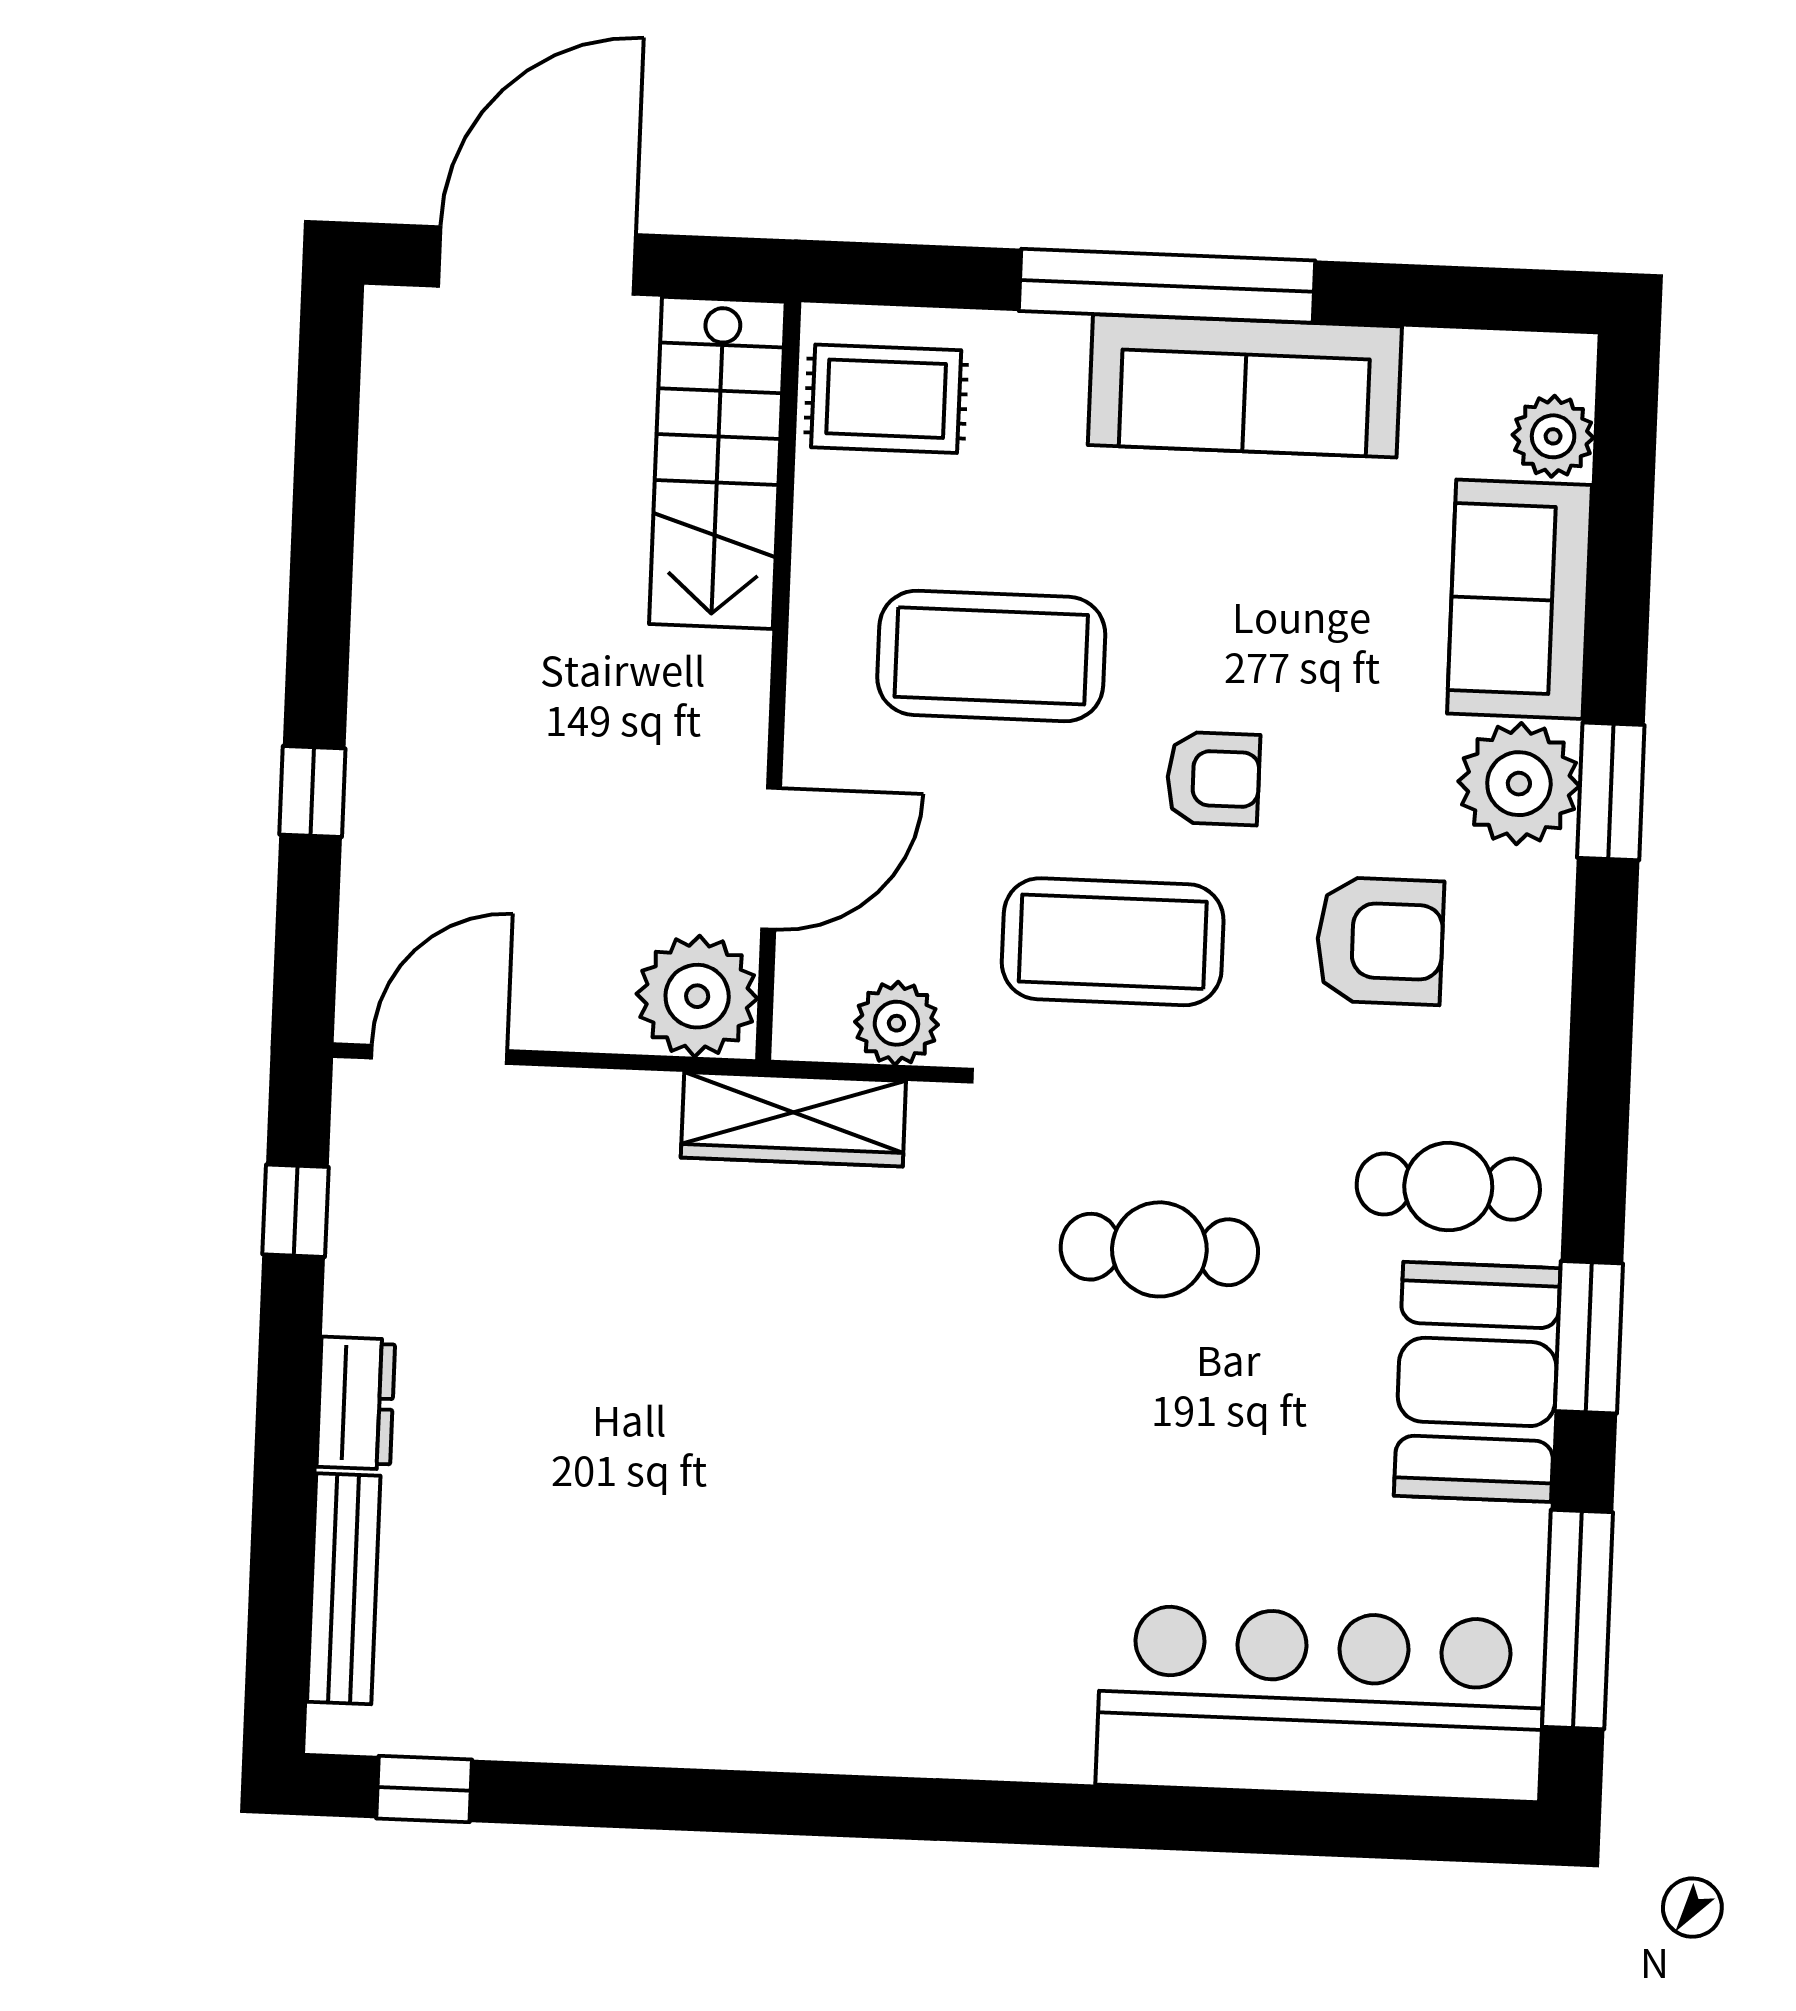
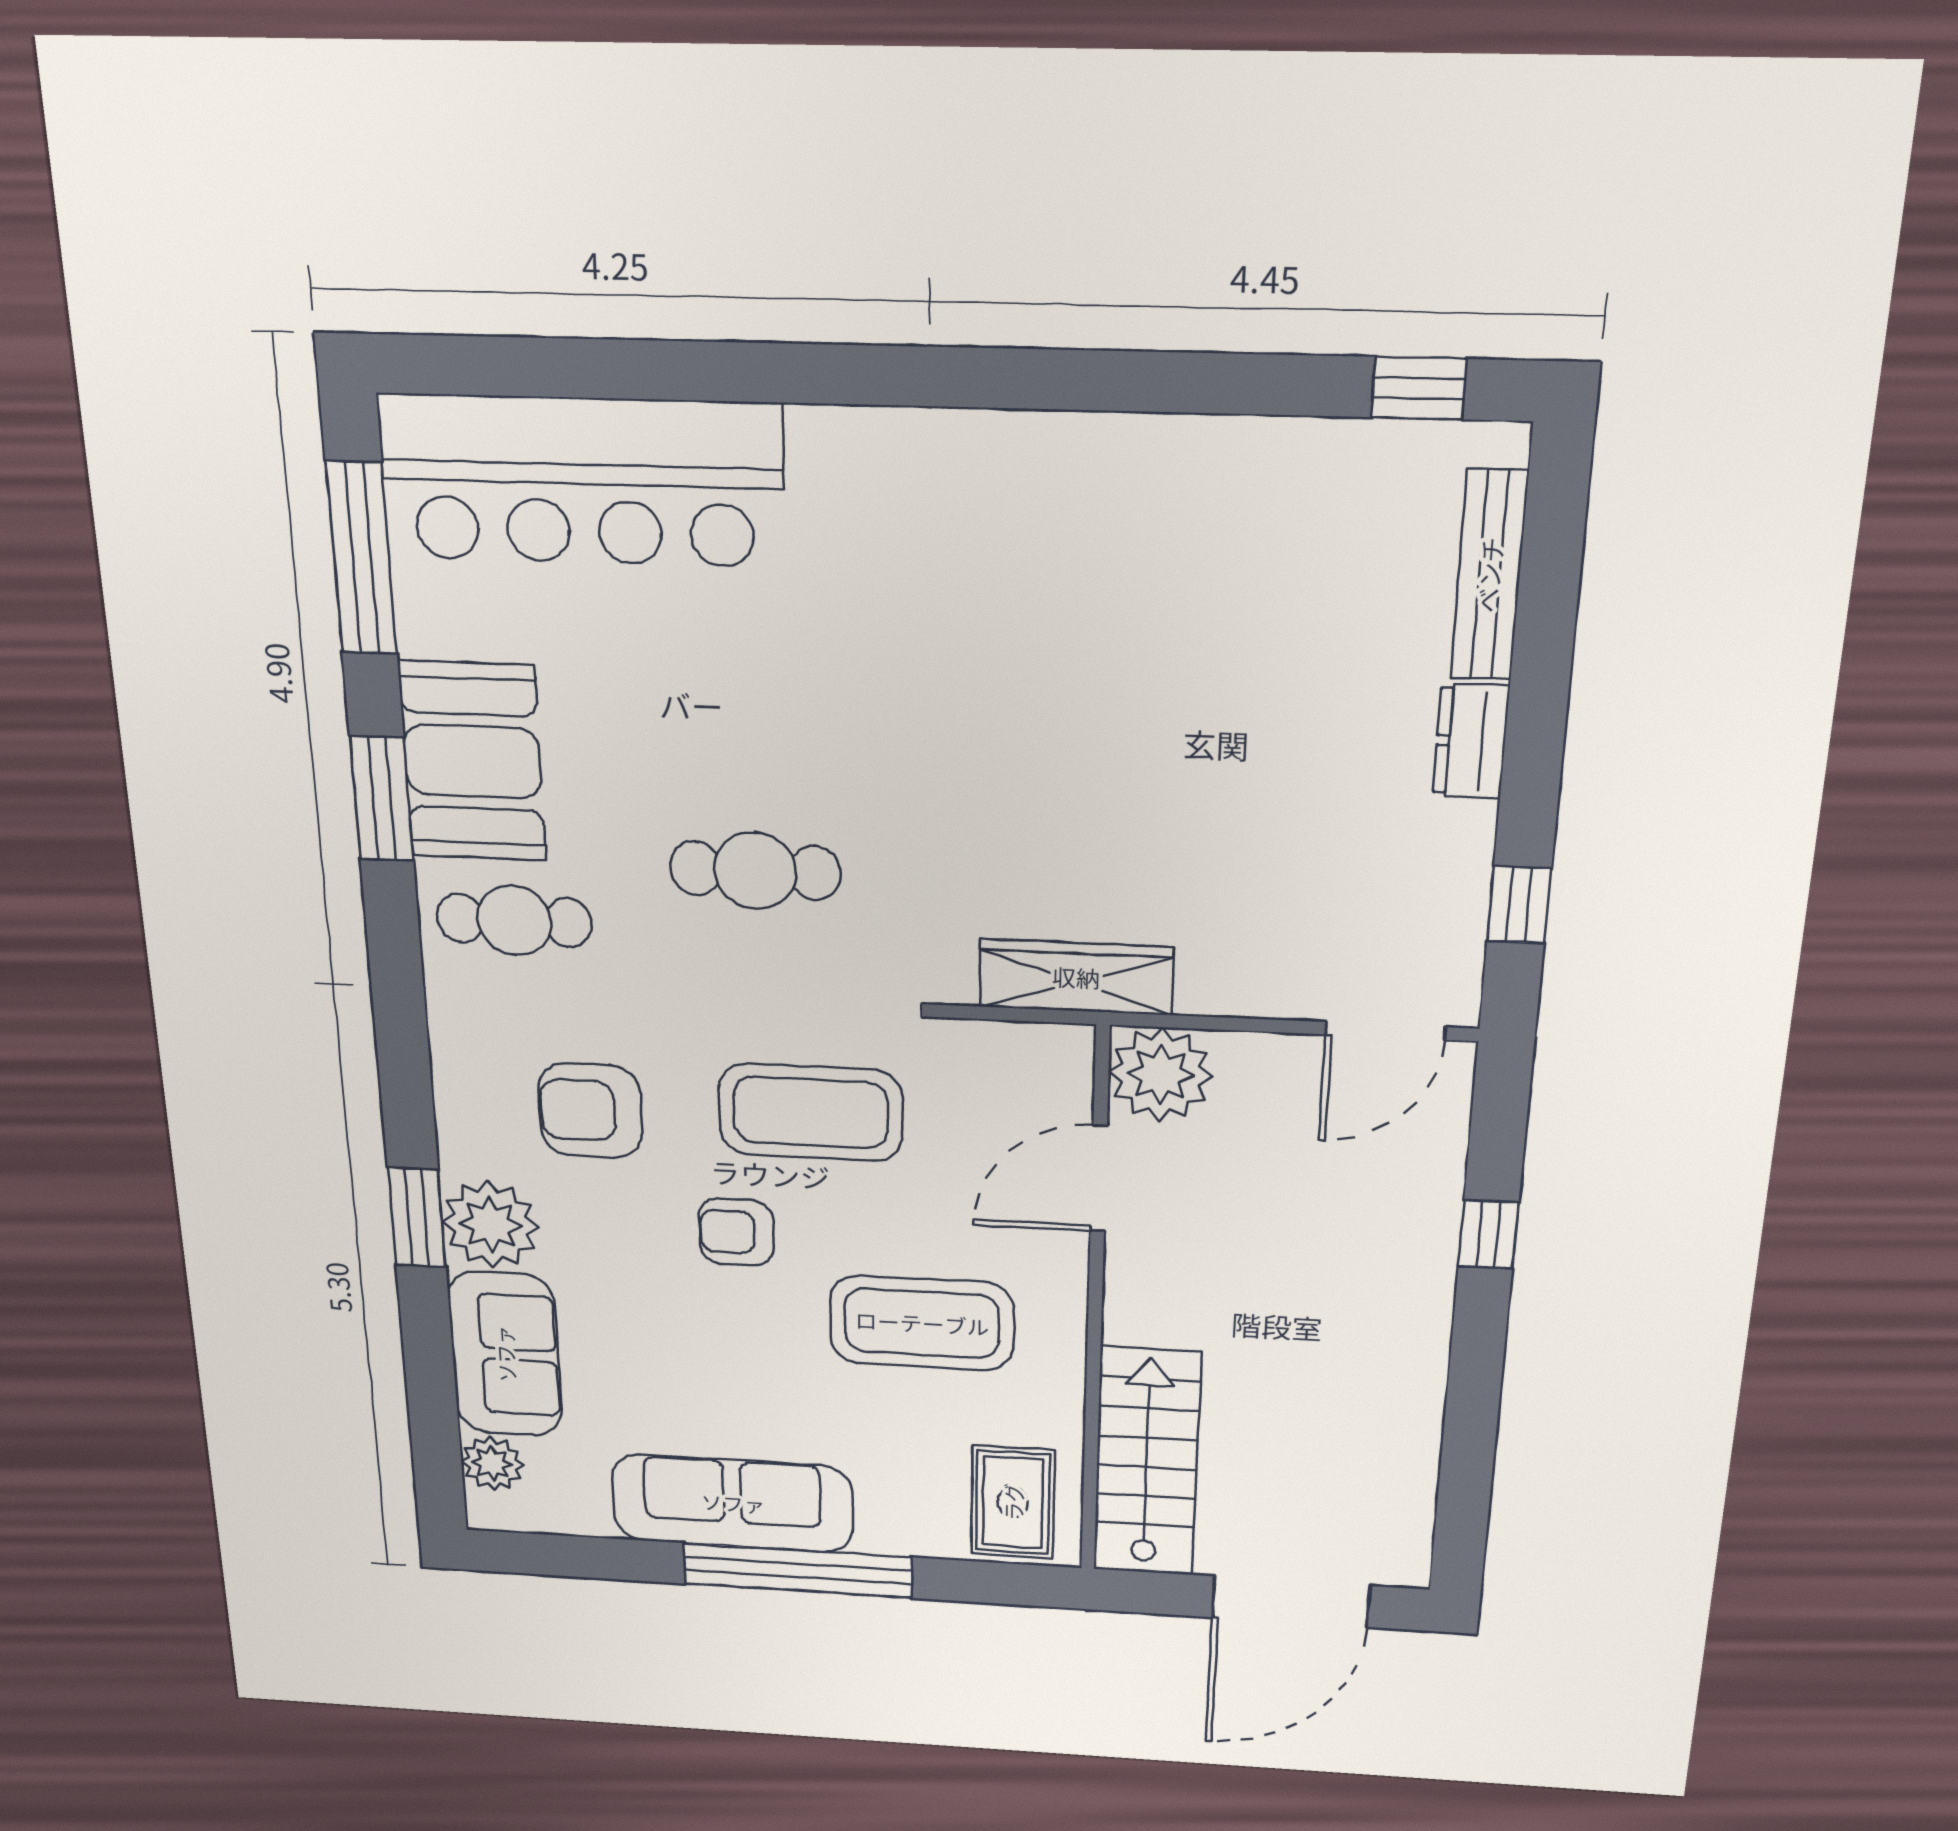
rug: (886, 399) -> (1013, 1502), turned 90
plant: (896, 1023) -> (989, 1052), removed

